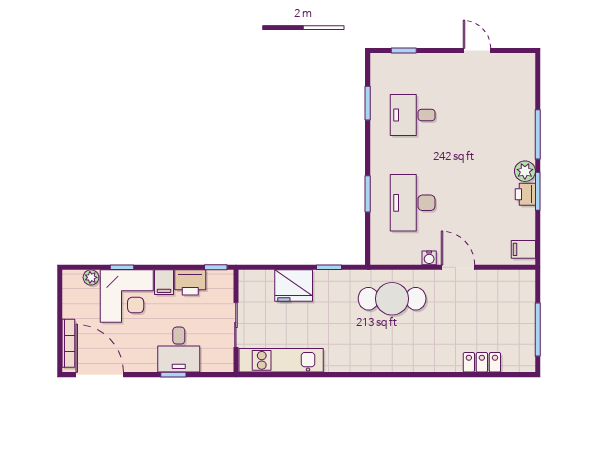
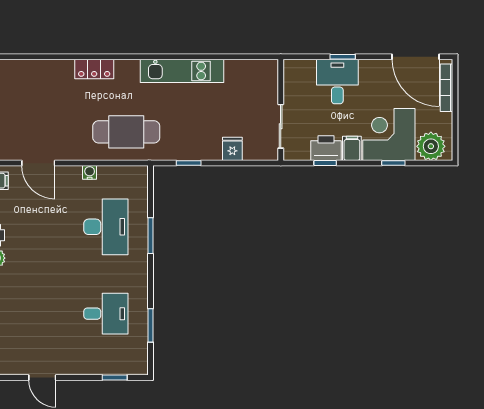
window: (216, 267) -> (325, 163), moved
door: (458, 267) -> (38, 163), moved
plant: (91, 277) -> (431, 146), width x1.87, depth x1.87
fridge: (294, 286) -> (232, 149), width x0.53, depth x0.75
sliding door: (236, 325) -> (281, 126), moved
kitchen unit: (281, 360) -> (182, 71), moved
locker: (482, 362) -> (94, 69), moved

